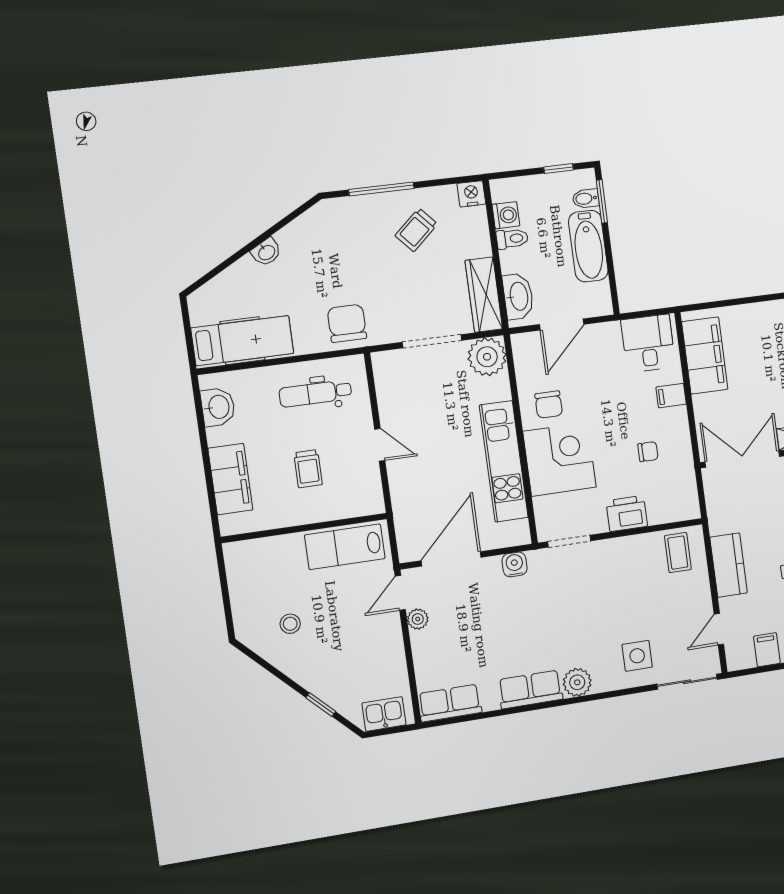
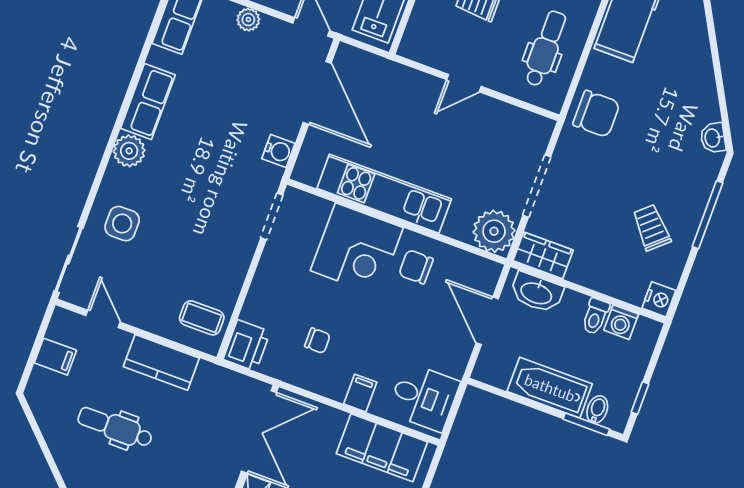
washbasin: (266, 252) -> (713, 138), moved
wardrobe: (484, 295) -> (543, 255), width x0.67
chair: (648, 452) -> (317, 341), turned -90
printer: (627, 513) -> (247, 345), moved
plant: (418, 619) -> (248, 20), moved

